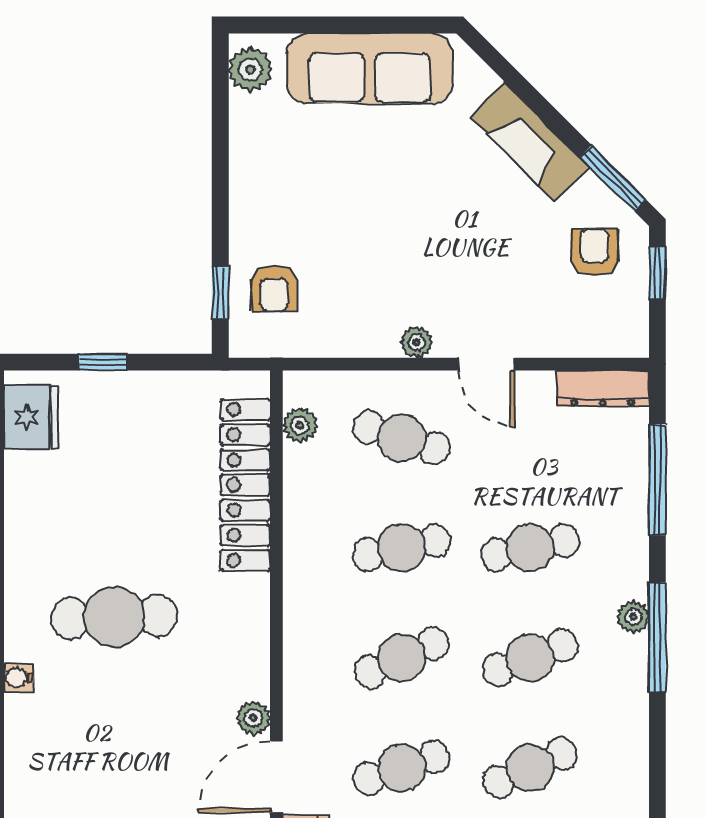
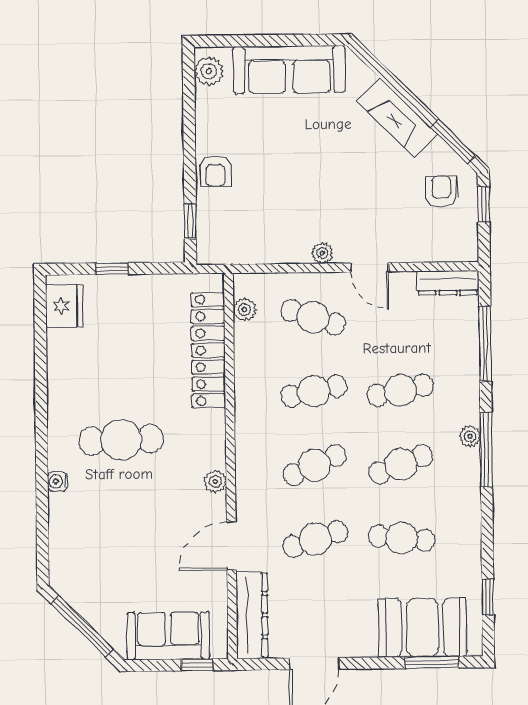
armchair: (274, 288) -> (215, 171), moved
plant: (253, 718) -> (215, 482), moved
cafe table: (530, 768) -> (402, 538), turned 30

